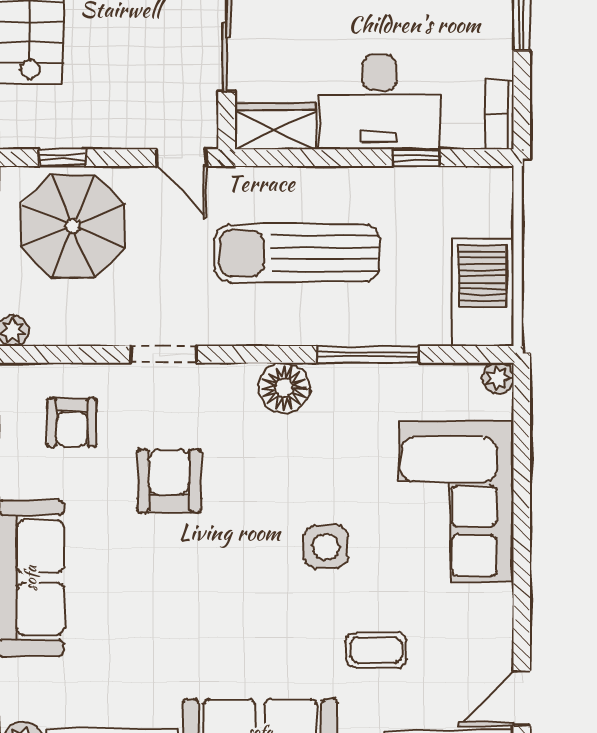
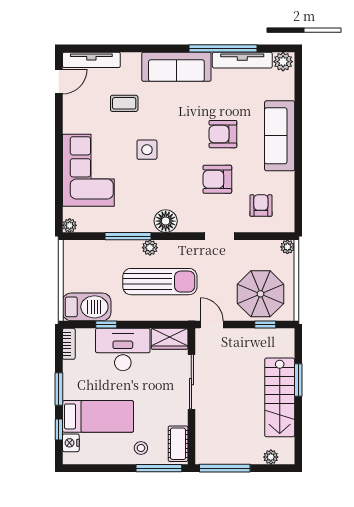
barbecue: (483, 292) -> (87, 307), moved, turned -90
plant: (319, 329) -> (150, 248), added
armchair: (169, 481) -> (217, 179), turned 90
armchair: (157, 582) -> (223, 134), added

